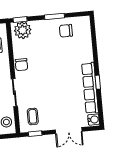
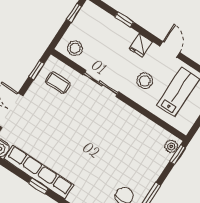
plant: (23, 30) -> (171, 146), width x0.53, depth x0.53
chair: (21, 65) -> (126, 116), removed

